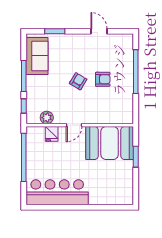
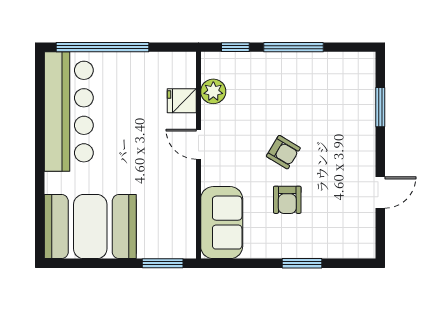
sofa: (37, 56) -> (222, 223), moved, turned -90
window: (136, 72) -> (302, 263), width x0.47
booth: (110, 143) -> (90, 227), moved, turned 90
window: (24, 157) -> (102, 47), moved
window: (136, 157) -> (163, 263), moved

